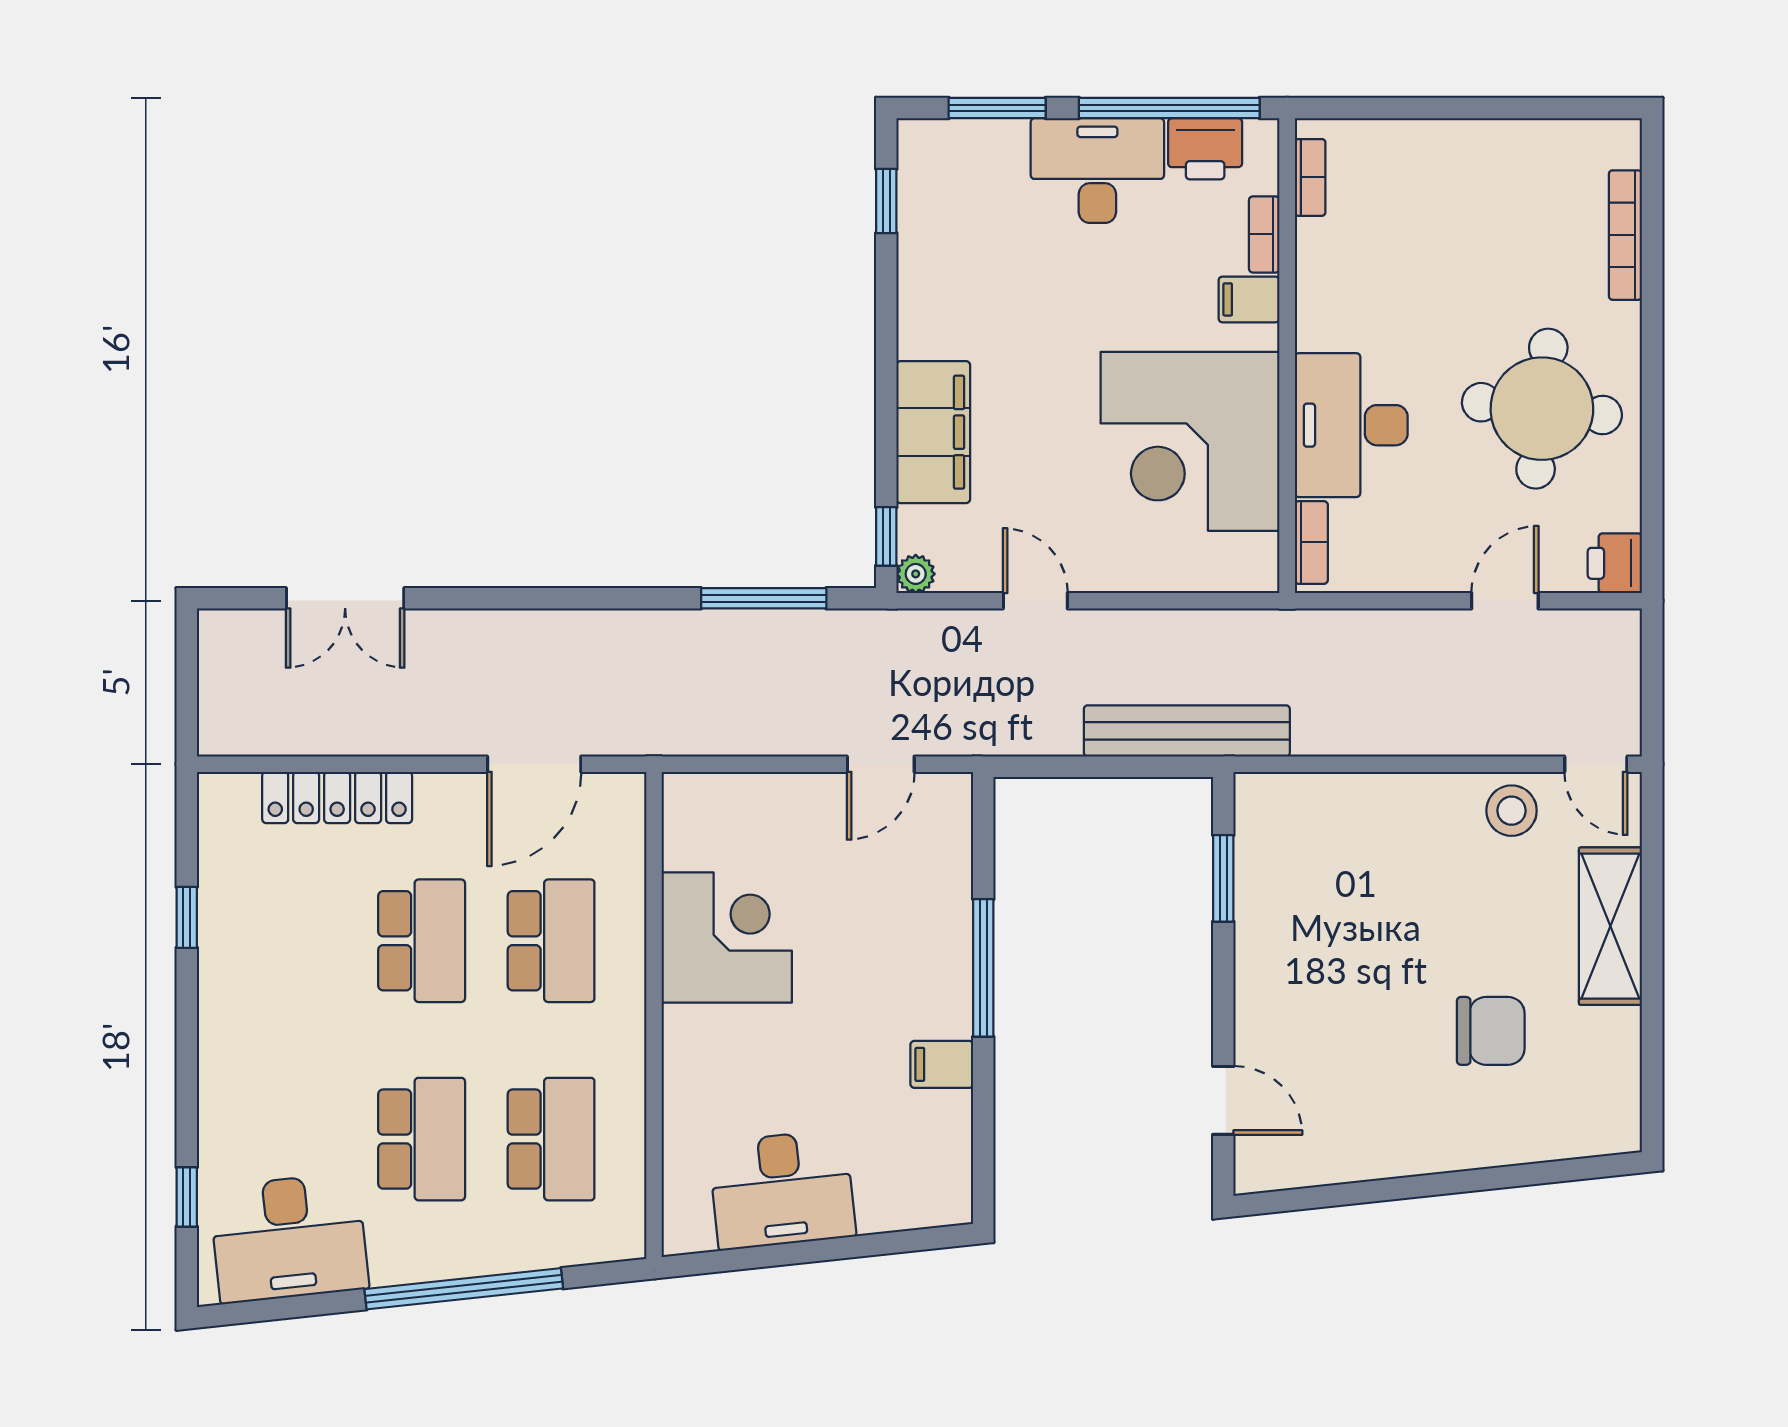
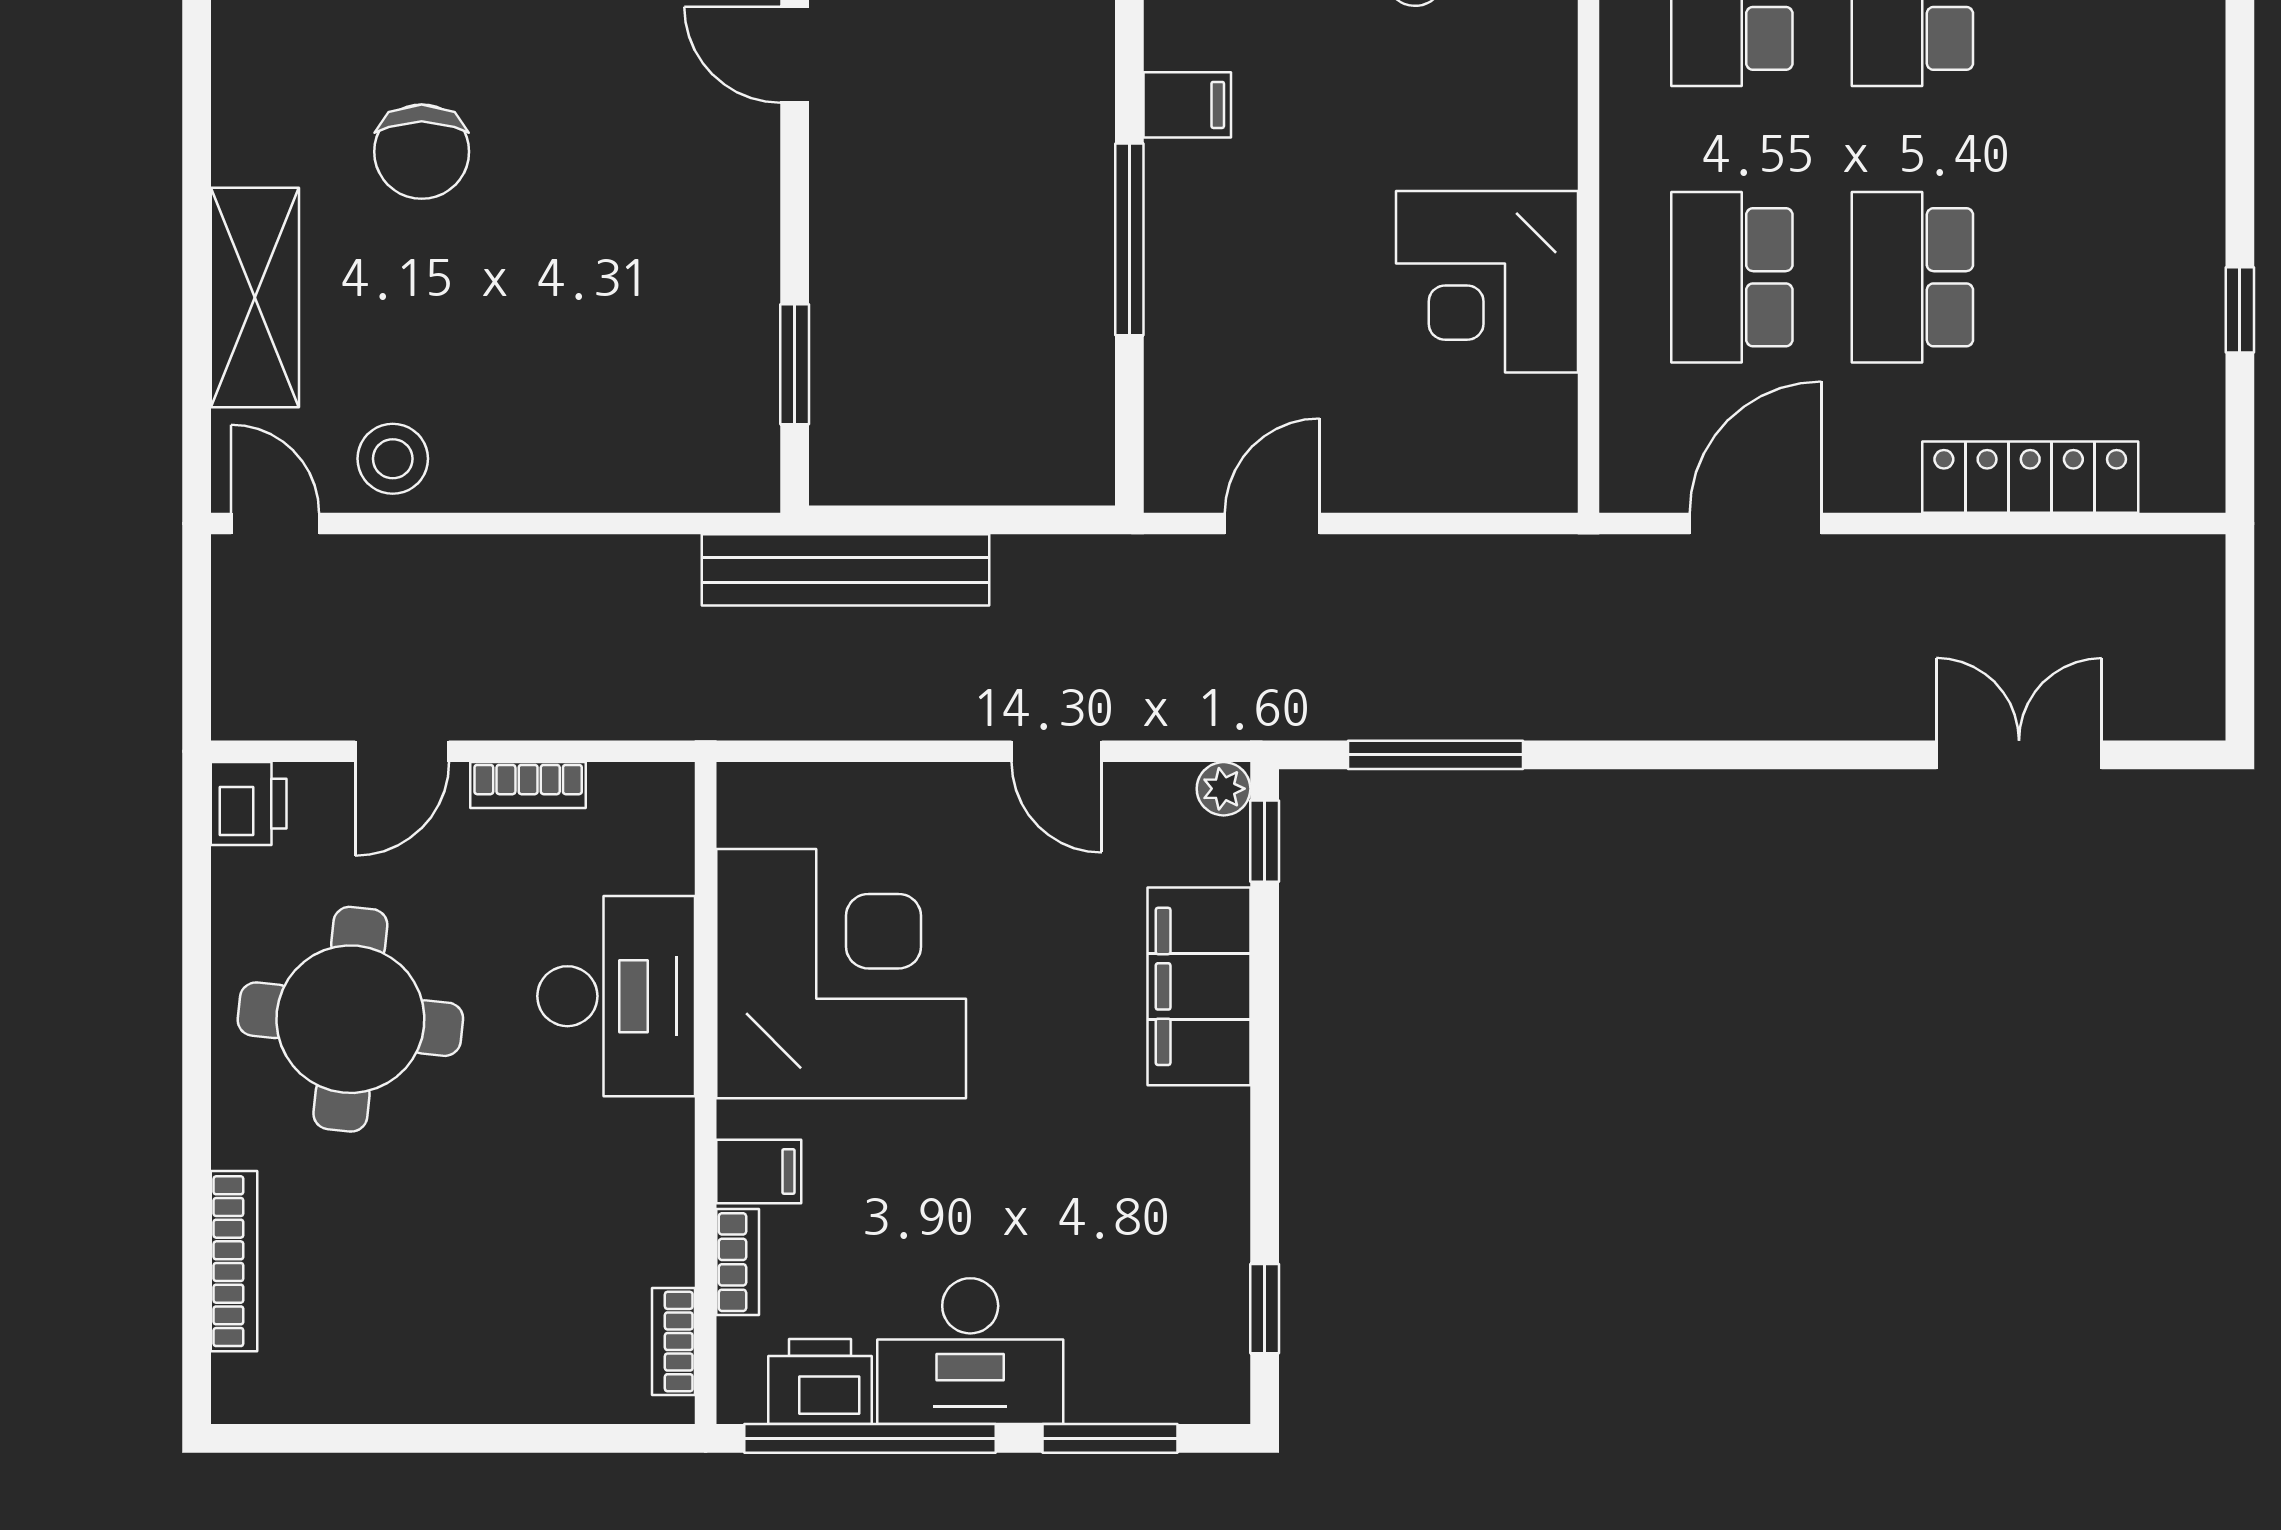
bookcase: (1311, 542) -> (528, 785), moved, turned -90
chair: (1491, 1031) -> (422, 152), turned -90

